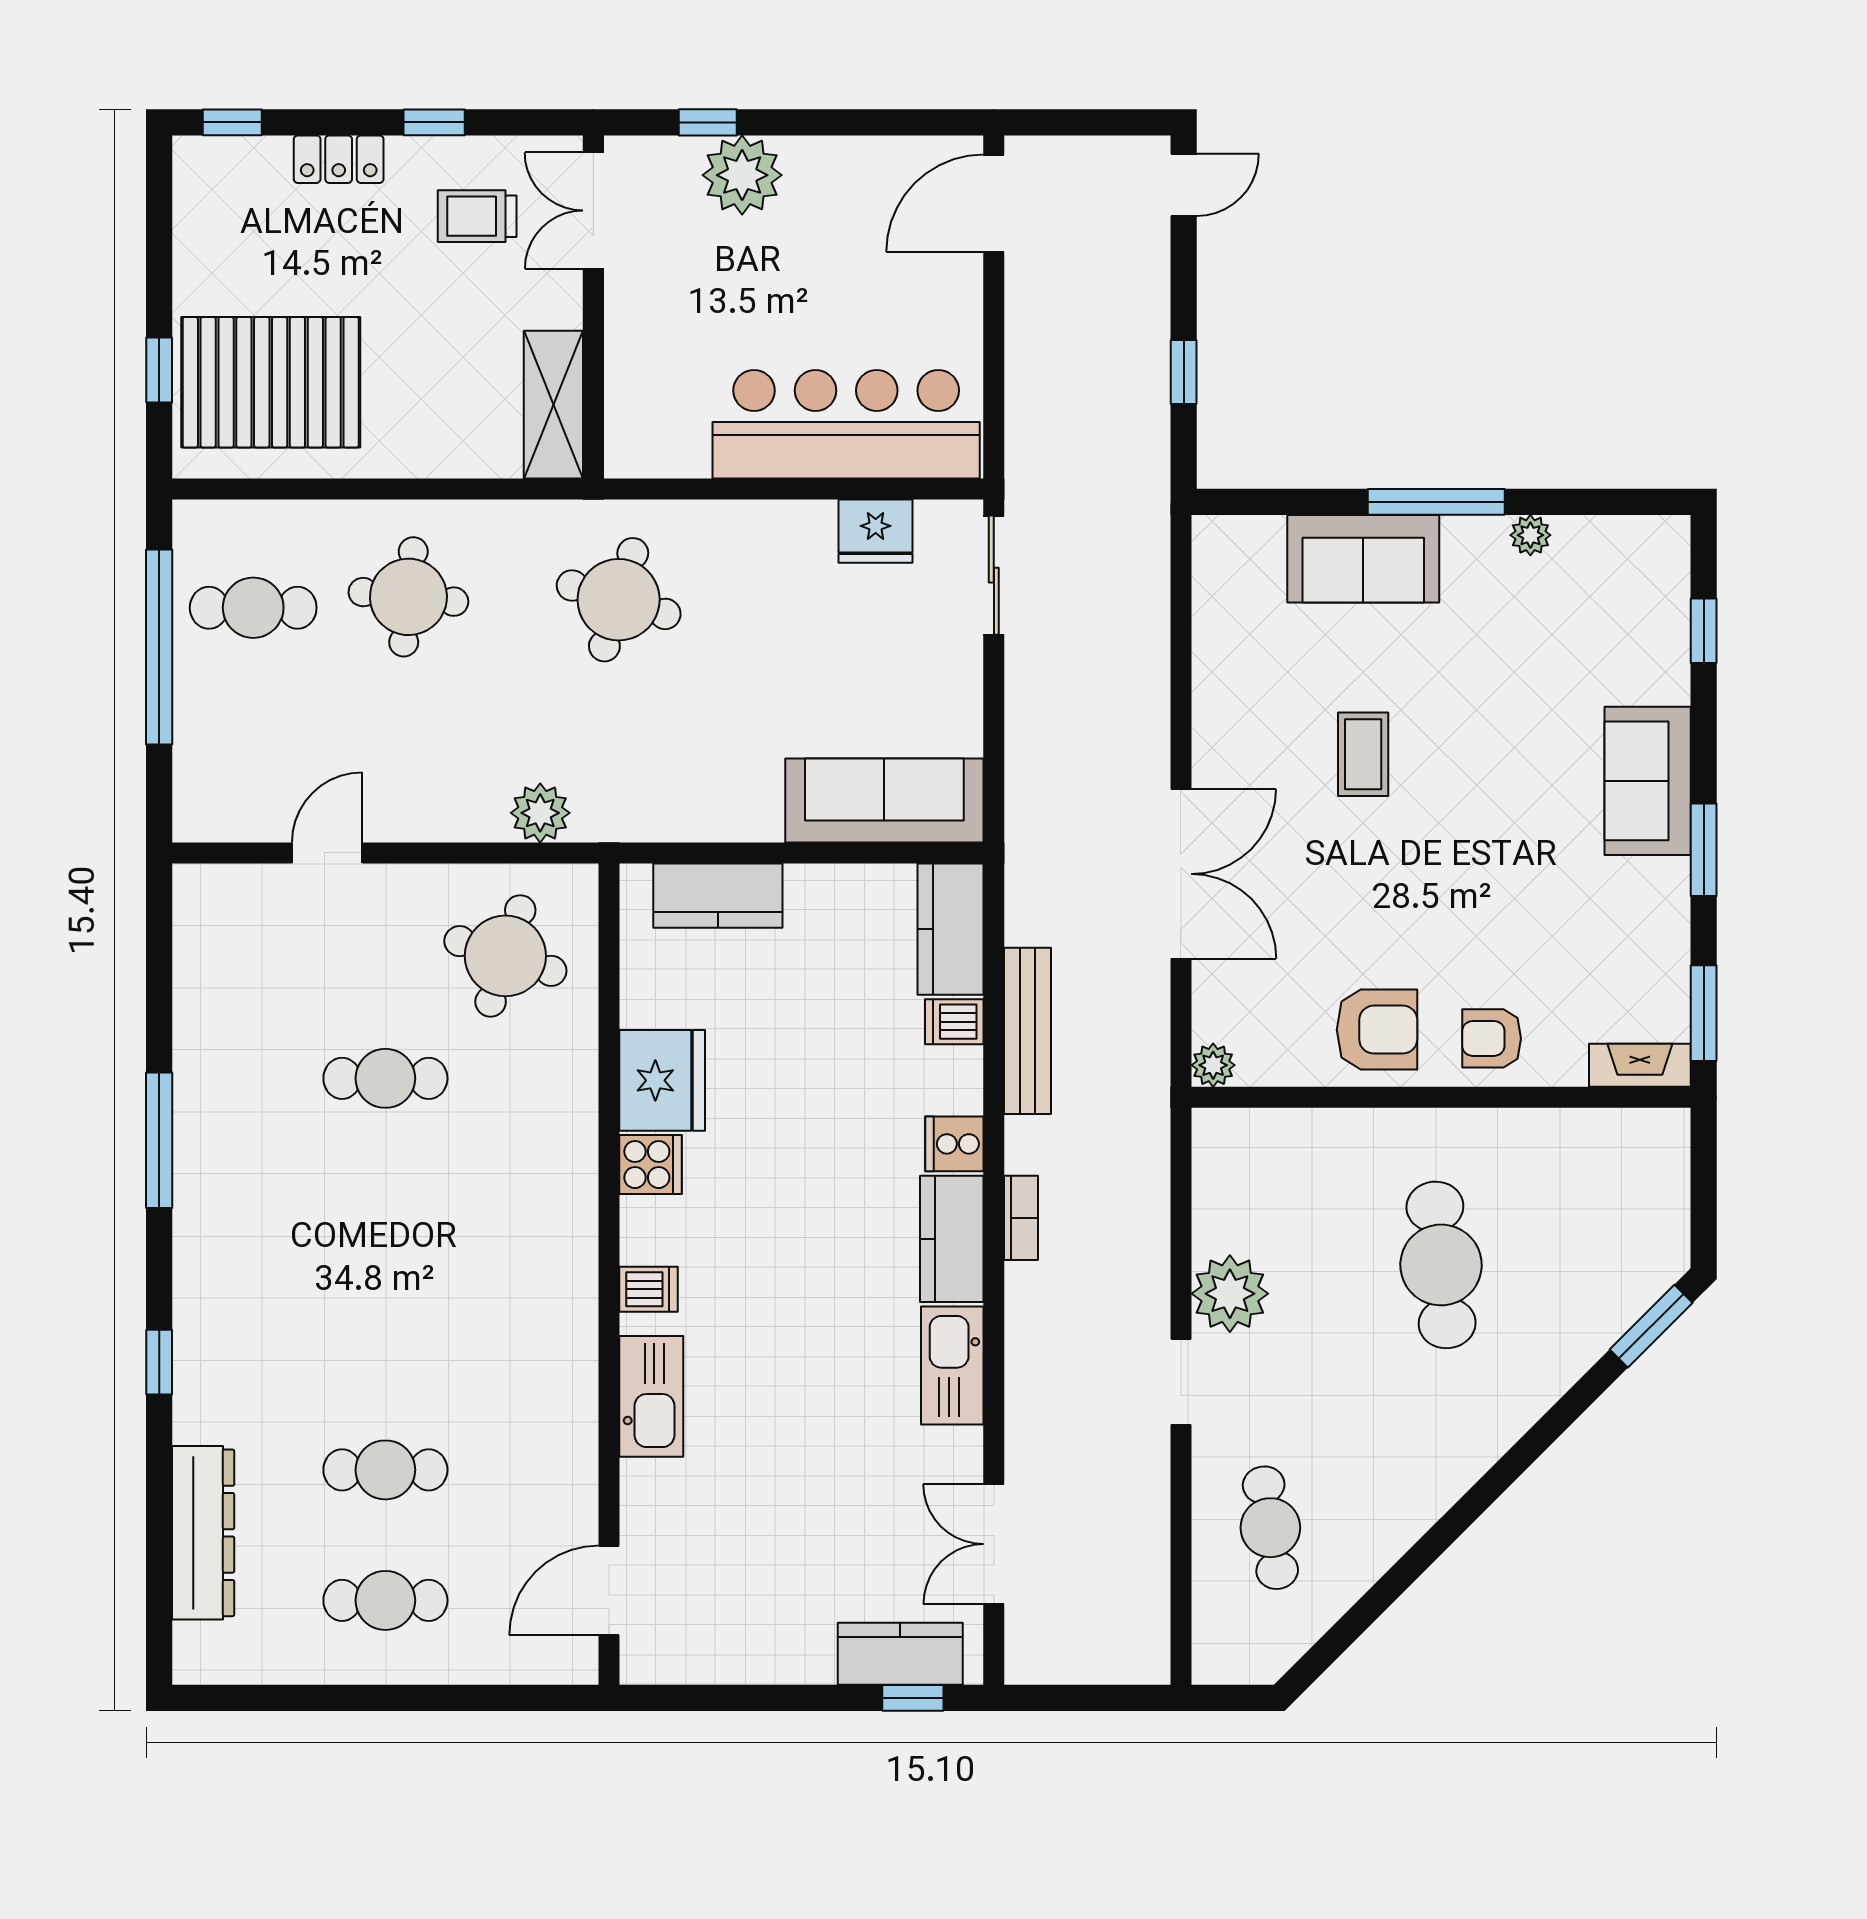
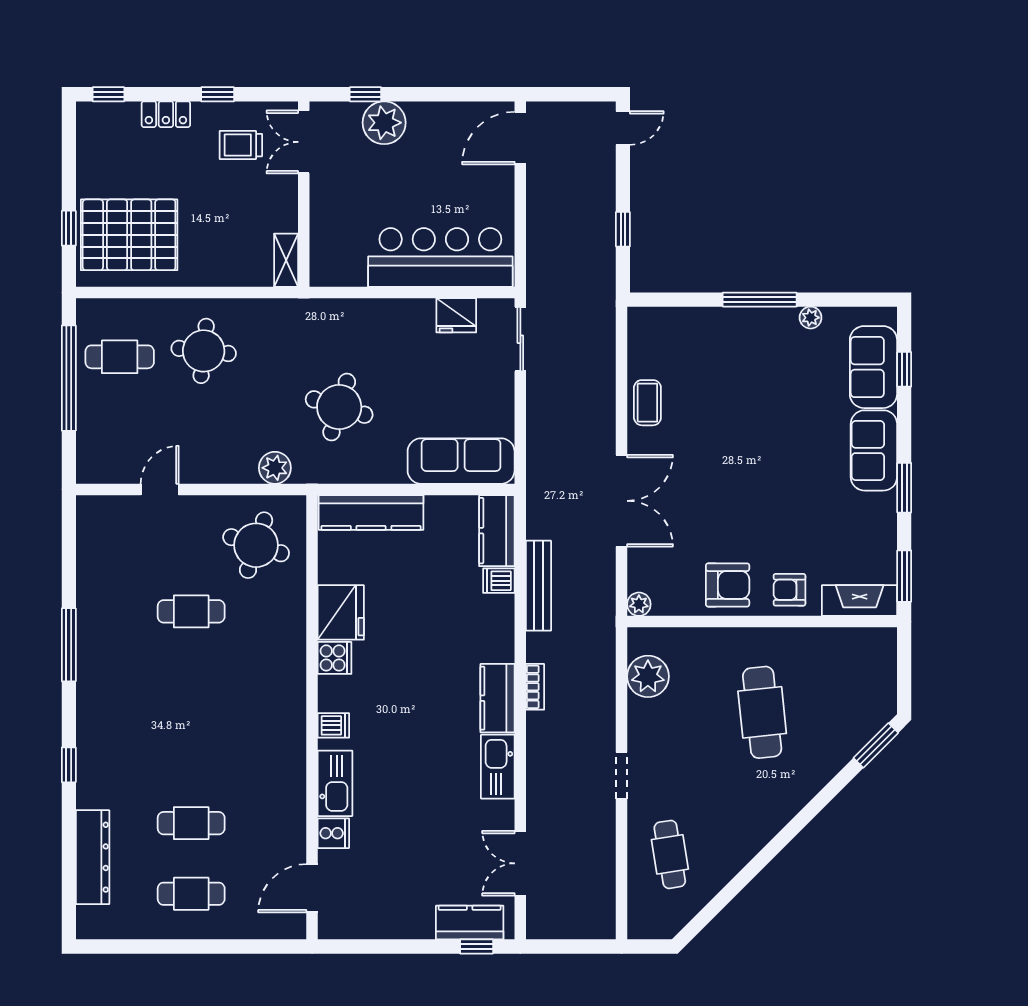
shelving: (553, 405) -> (286, 260), width x0.67, depth x0.75
sofa: (1363, 559) -> (873, 367), moved, turned 90
round table: (619, 600) -> (339, 407), moved
coffee table: (1363, 754) -> (647, 403), moved
kitchen counter: (718, 896) -> (371, 512), width x1.50
fireplace: (1640, 1065) -> (860, 601), width x1.37, depth x1.32
cooker: (954, 1144) -> (333, 833), moved, turned 180
plant: (1230, 1294) -> (648, 676), moved

